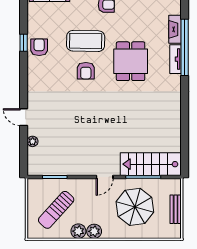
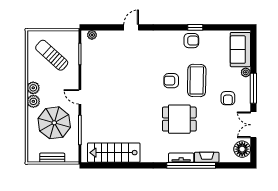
plant: (33, 141) -> (92, 35), moved
stairs: (151, 164) -> (114, 153), moved, turned -90
plant: (78, 231) -> (33, 101), moved

